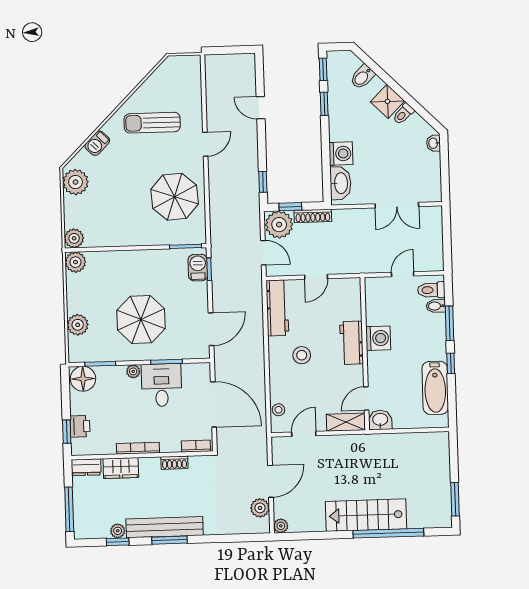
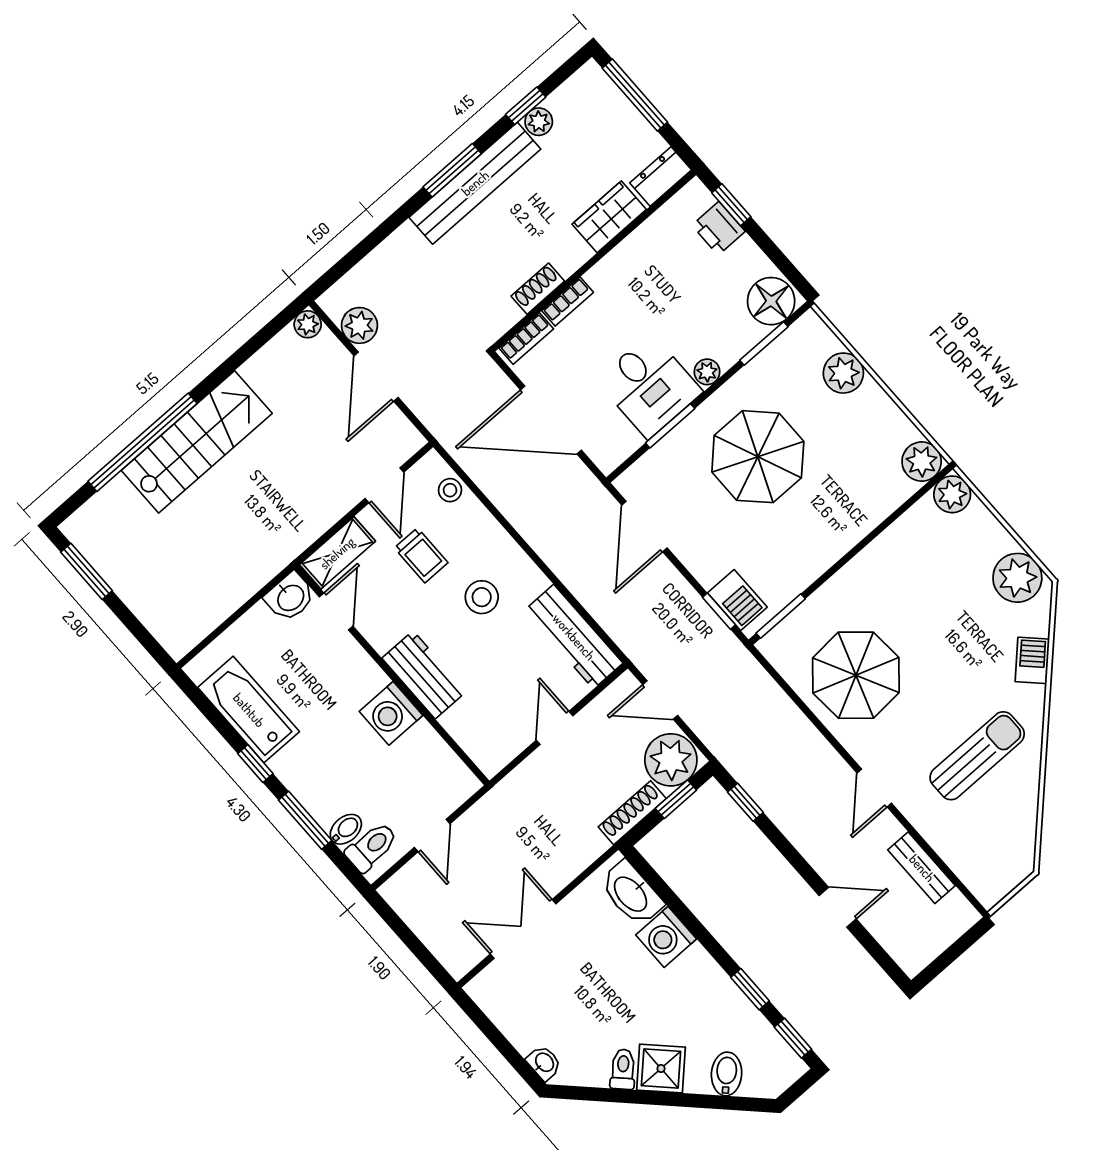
bench: (213, 96) -> (922, 868), added
trolley: (312, 393) -> (421, 555), added
bookcase: (138, 448) -> (568, 302), moved, width x0.64

